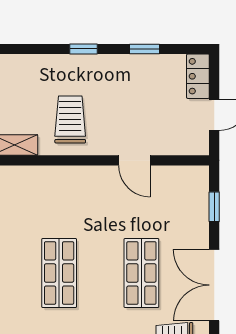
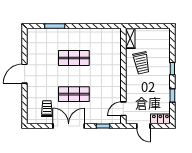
trolley: (70, 120) -> (141, 63), turned 78
door: (134, 160) -> (123, 109), moved

